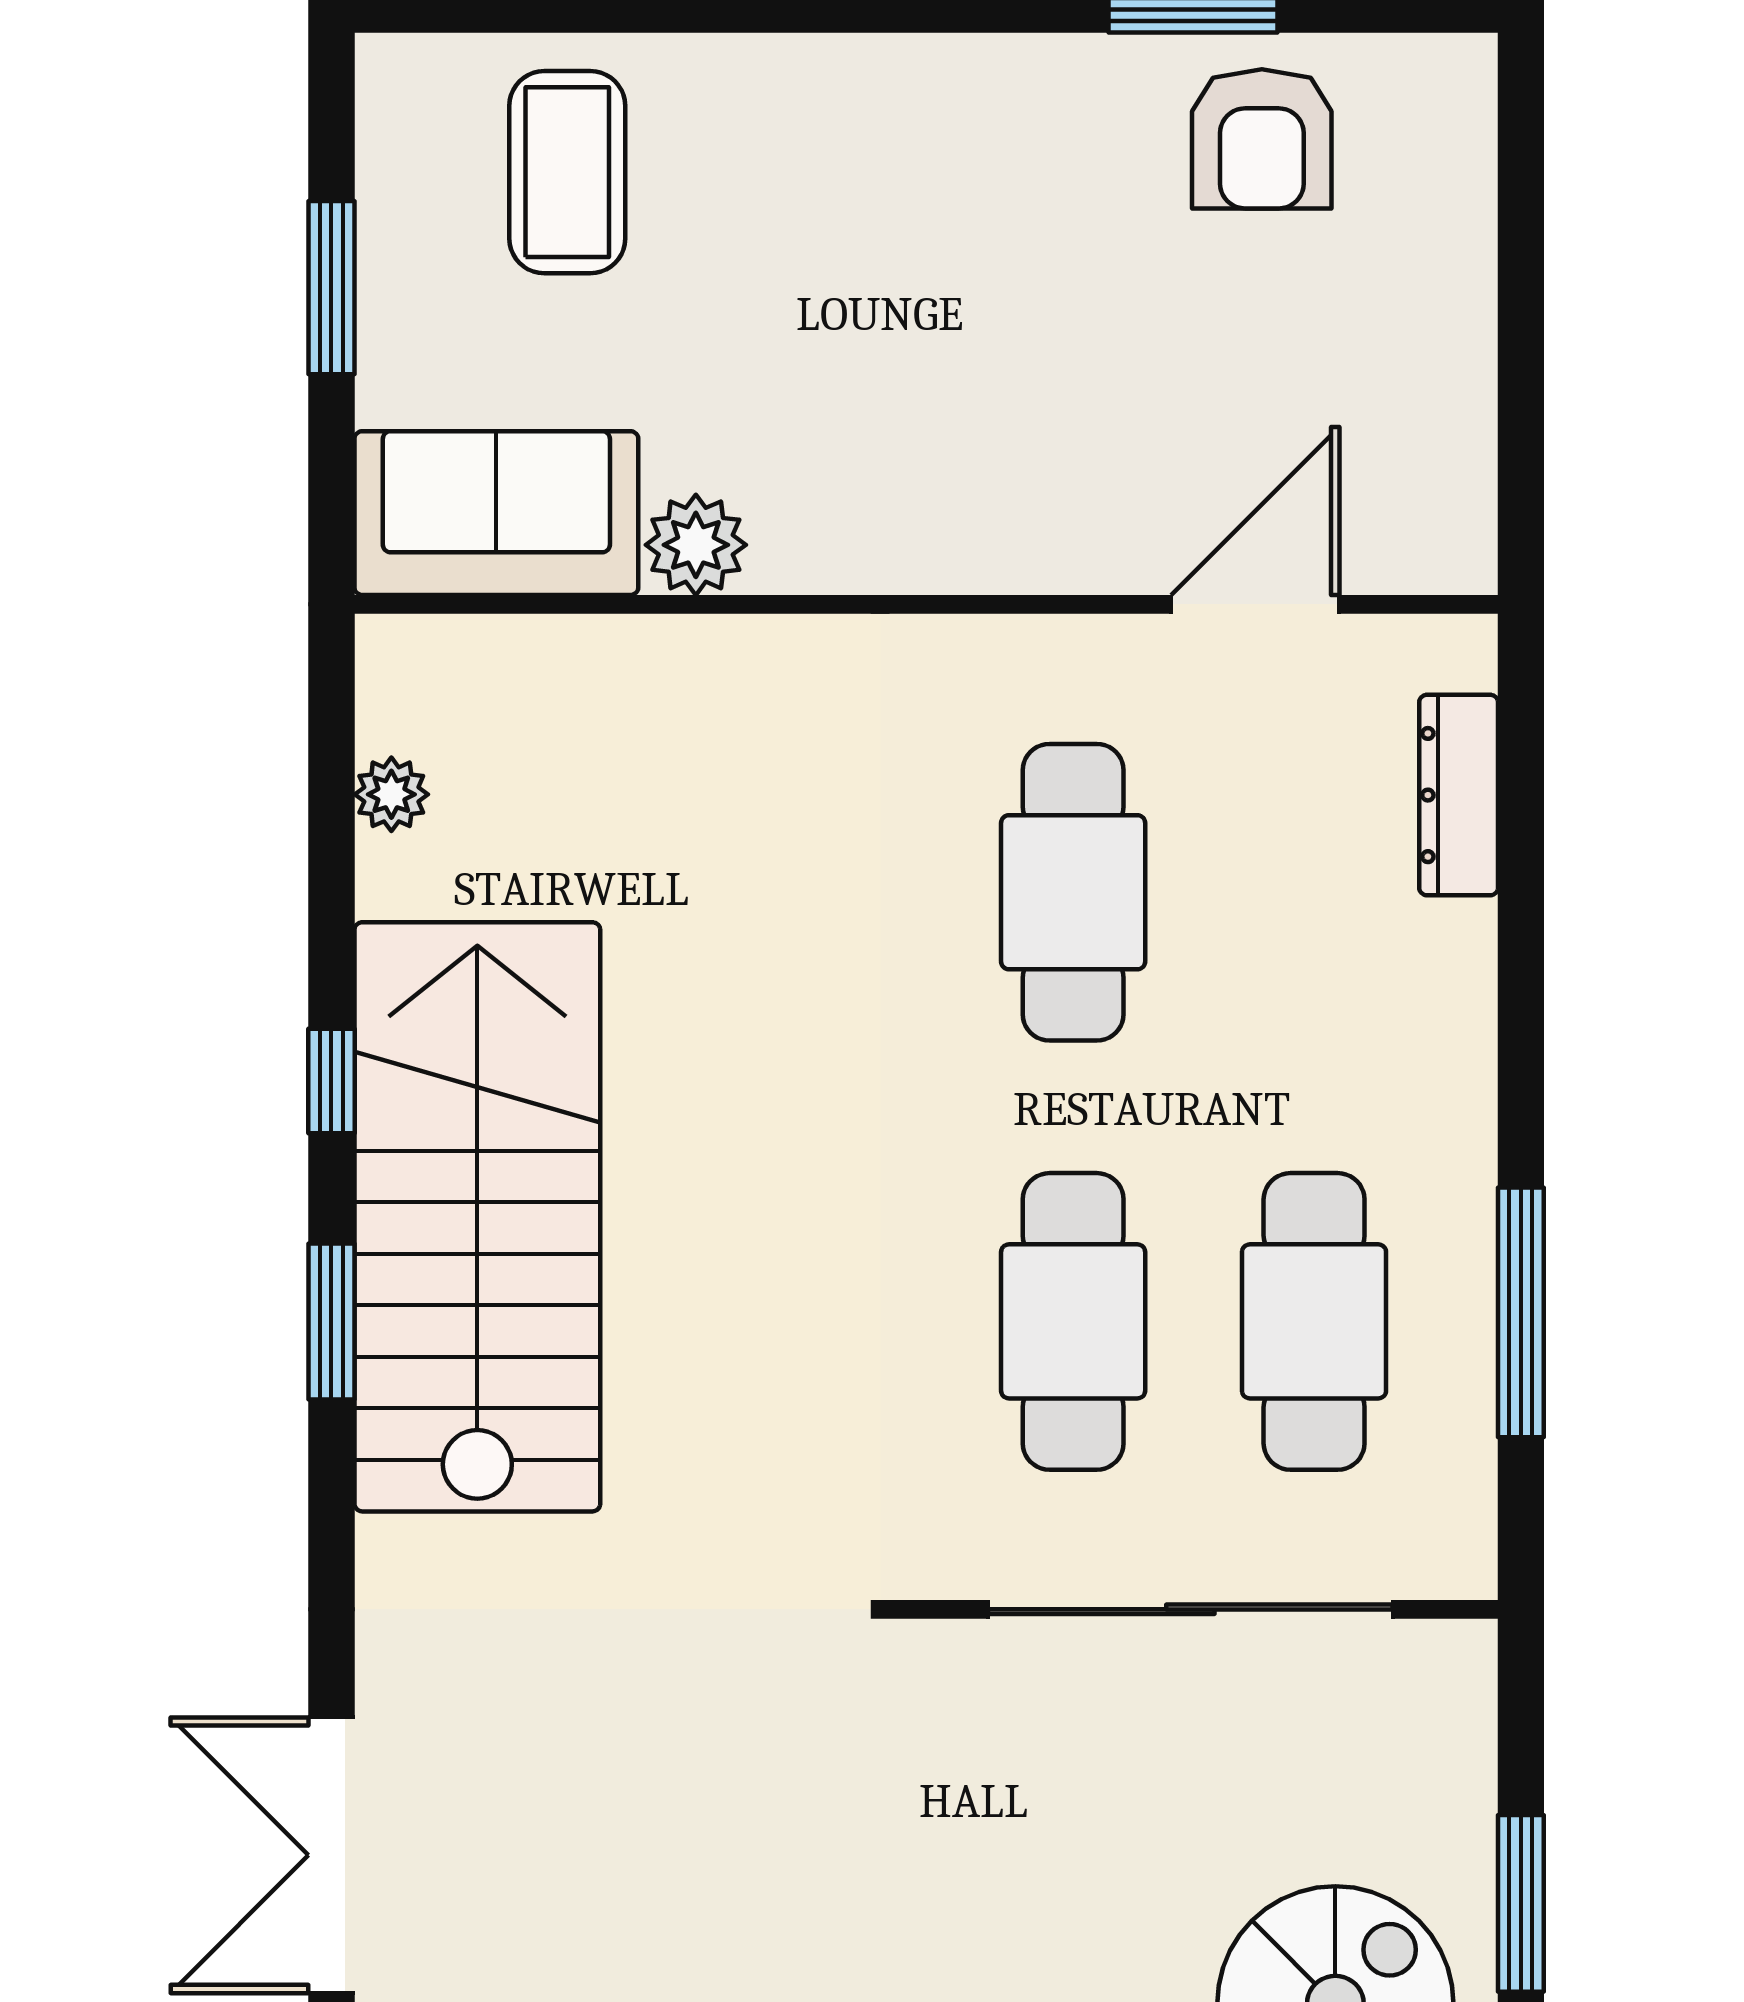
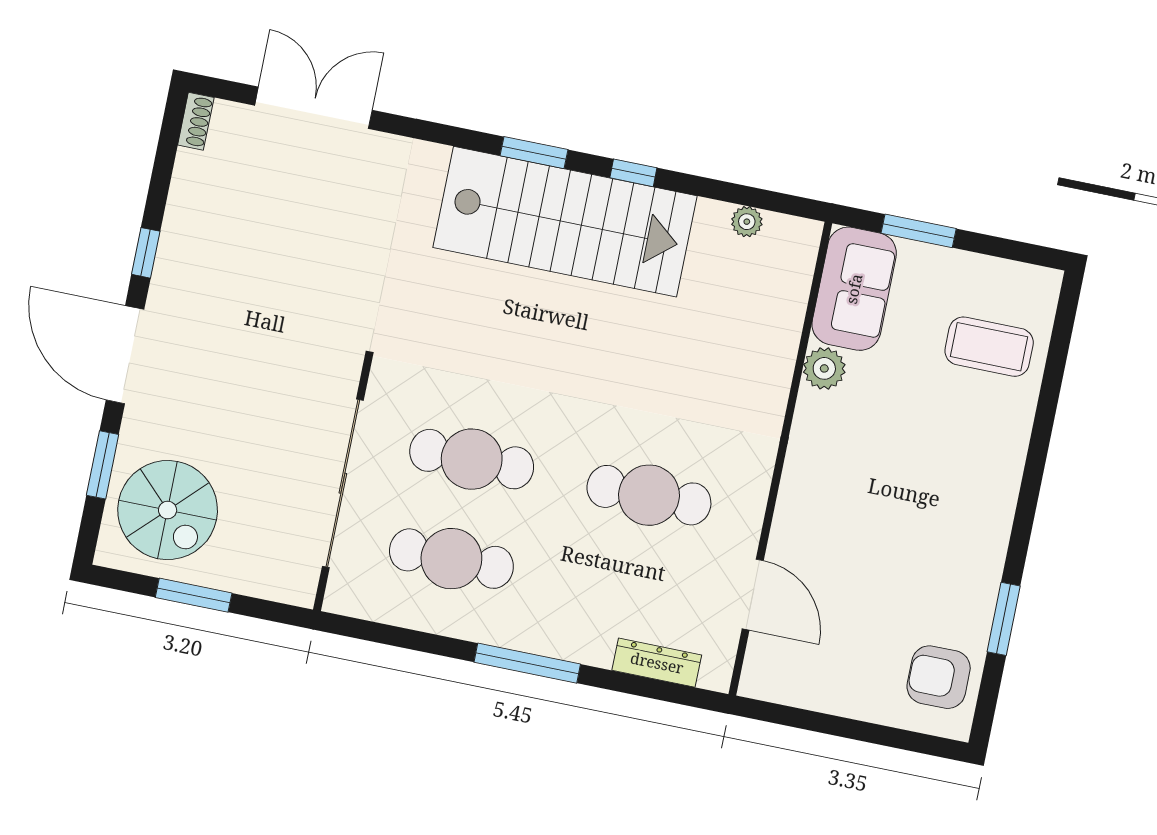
armchair: (1262, 139) -> (939, 677), moved
window: (331, 288) -> (919, 231), moved
window: (1521, 1312) -> (527, 663), moved

